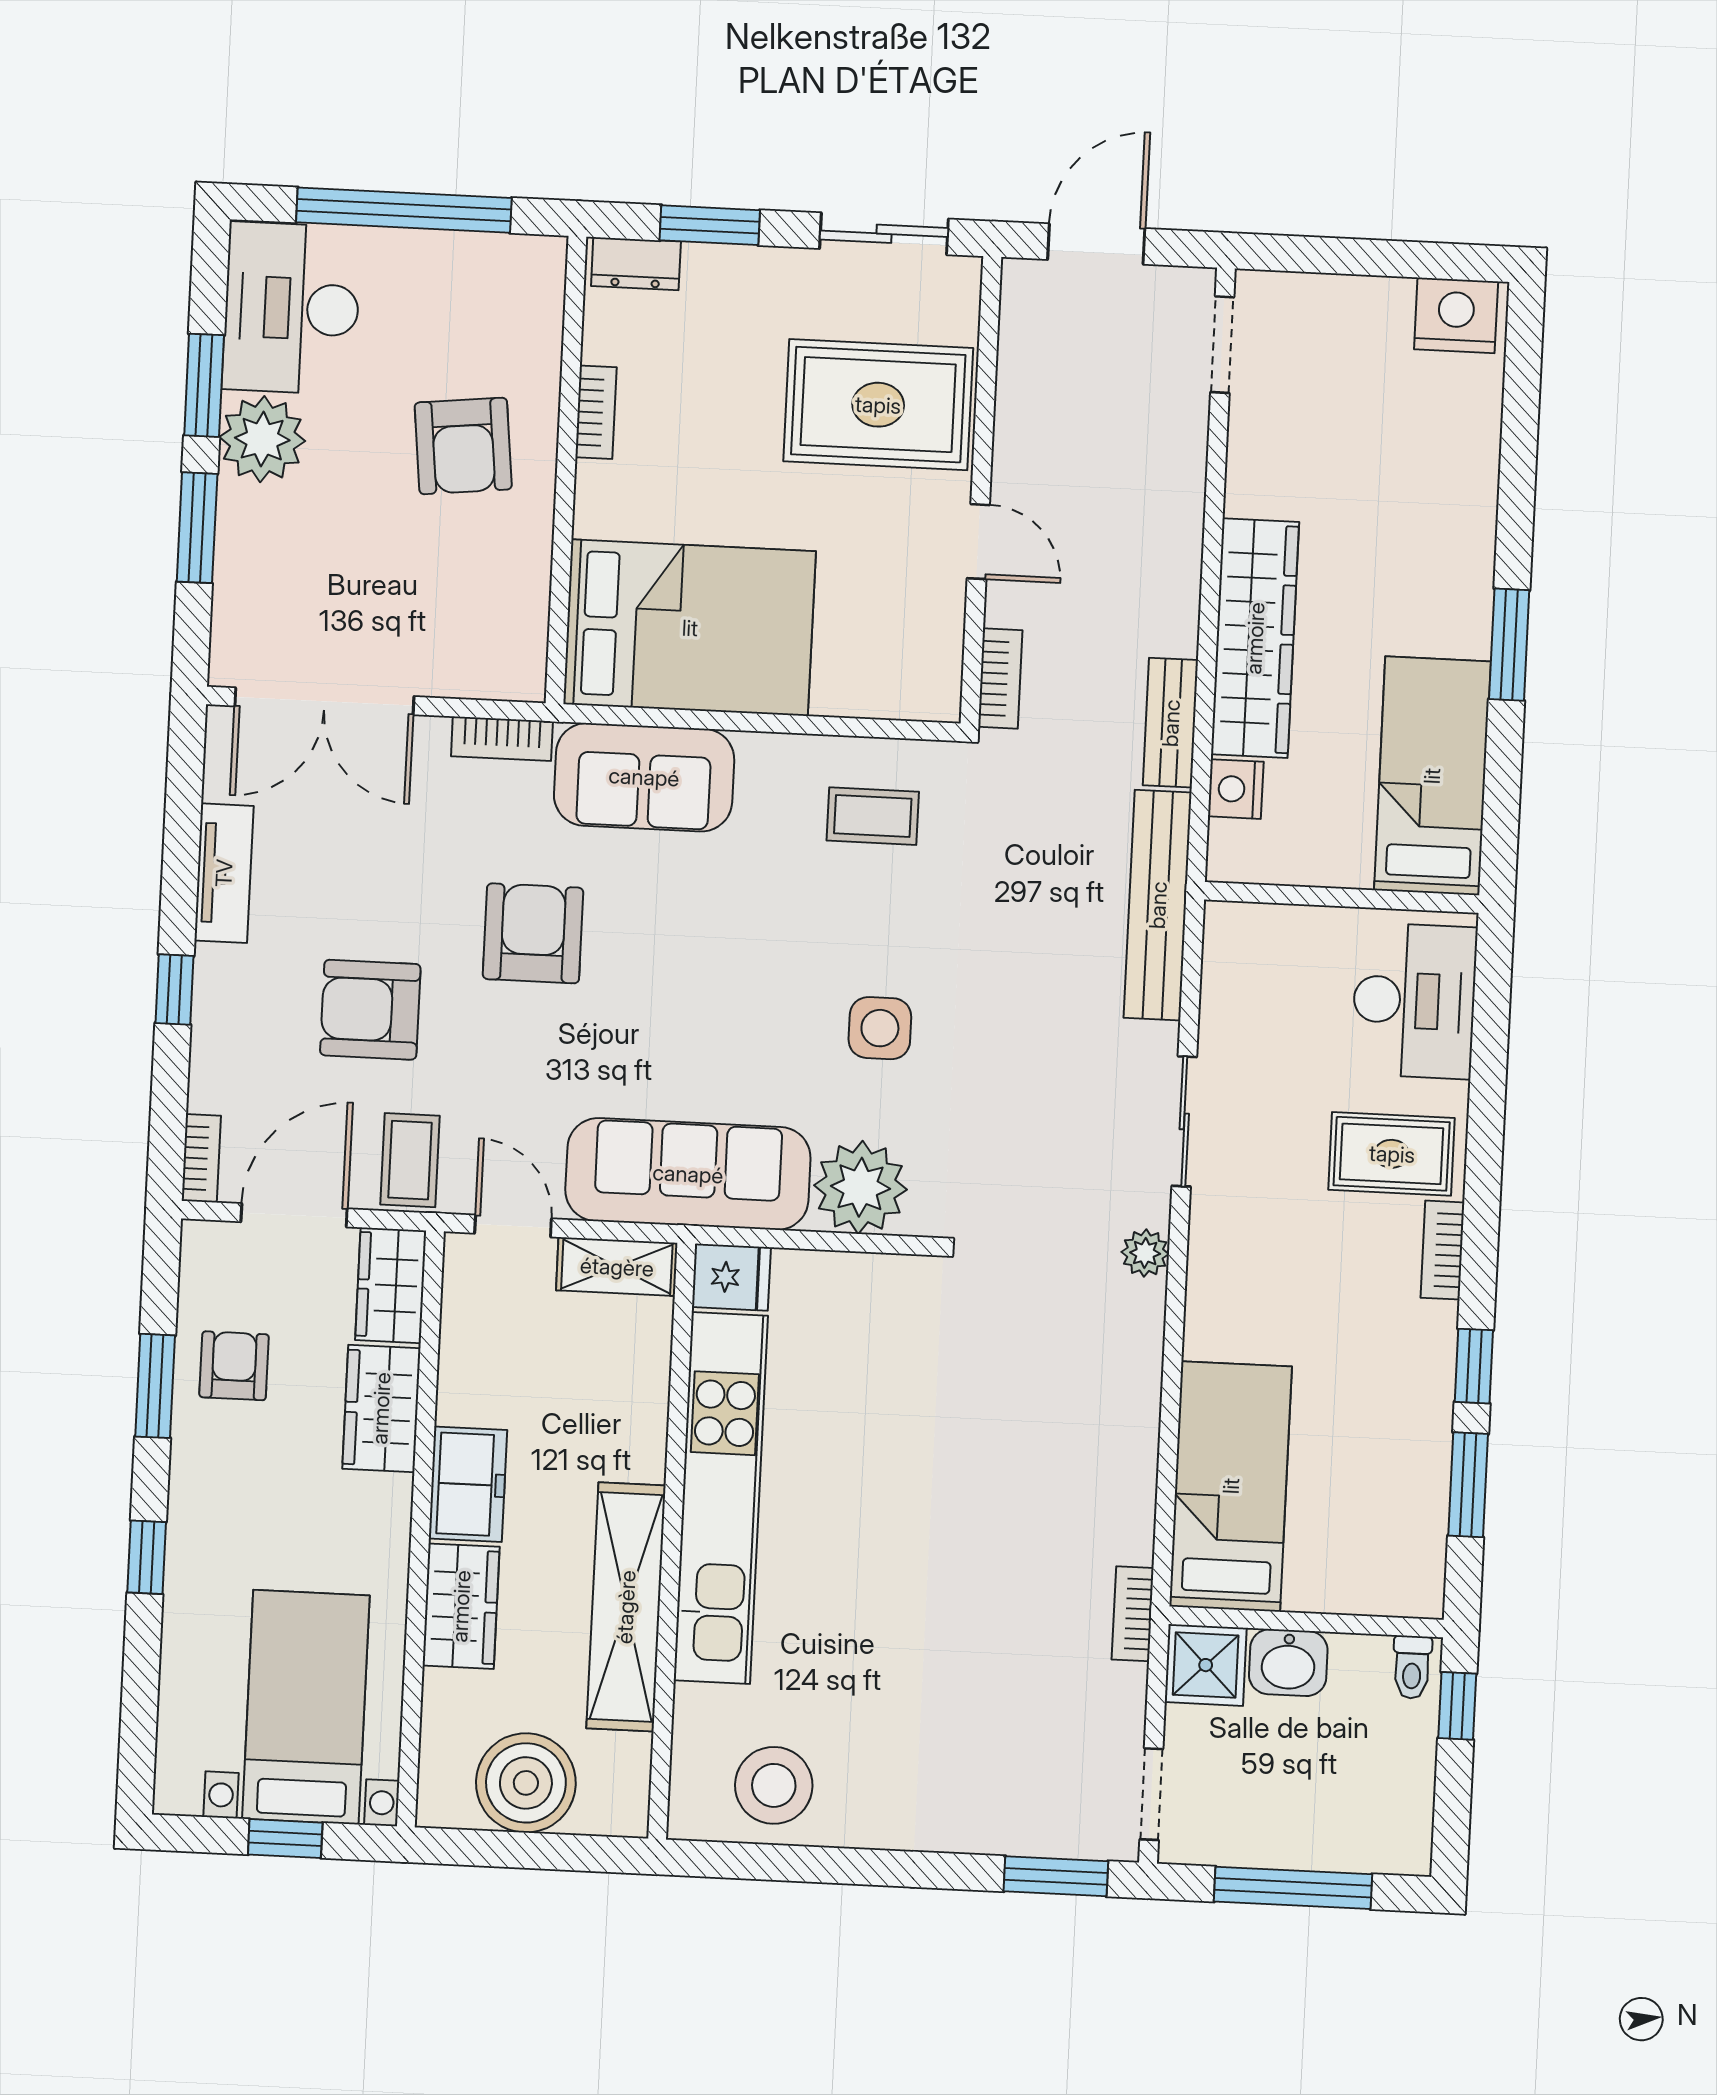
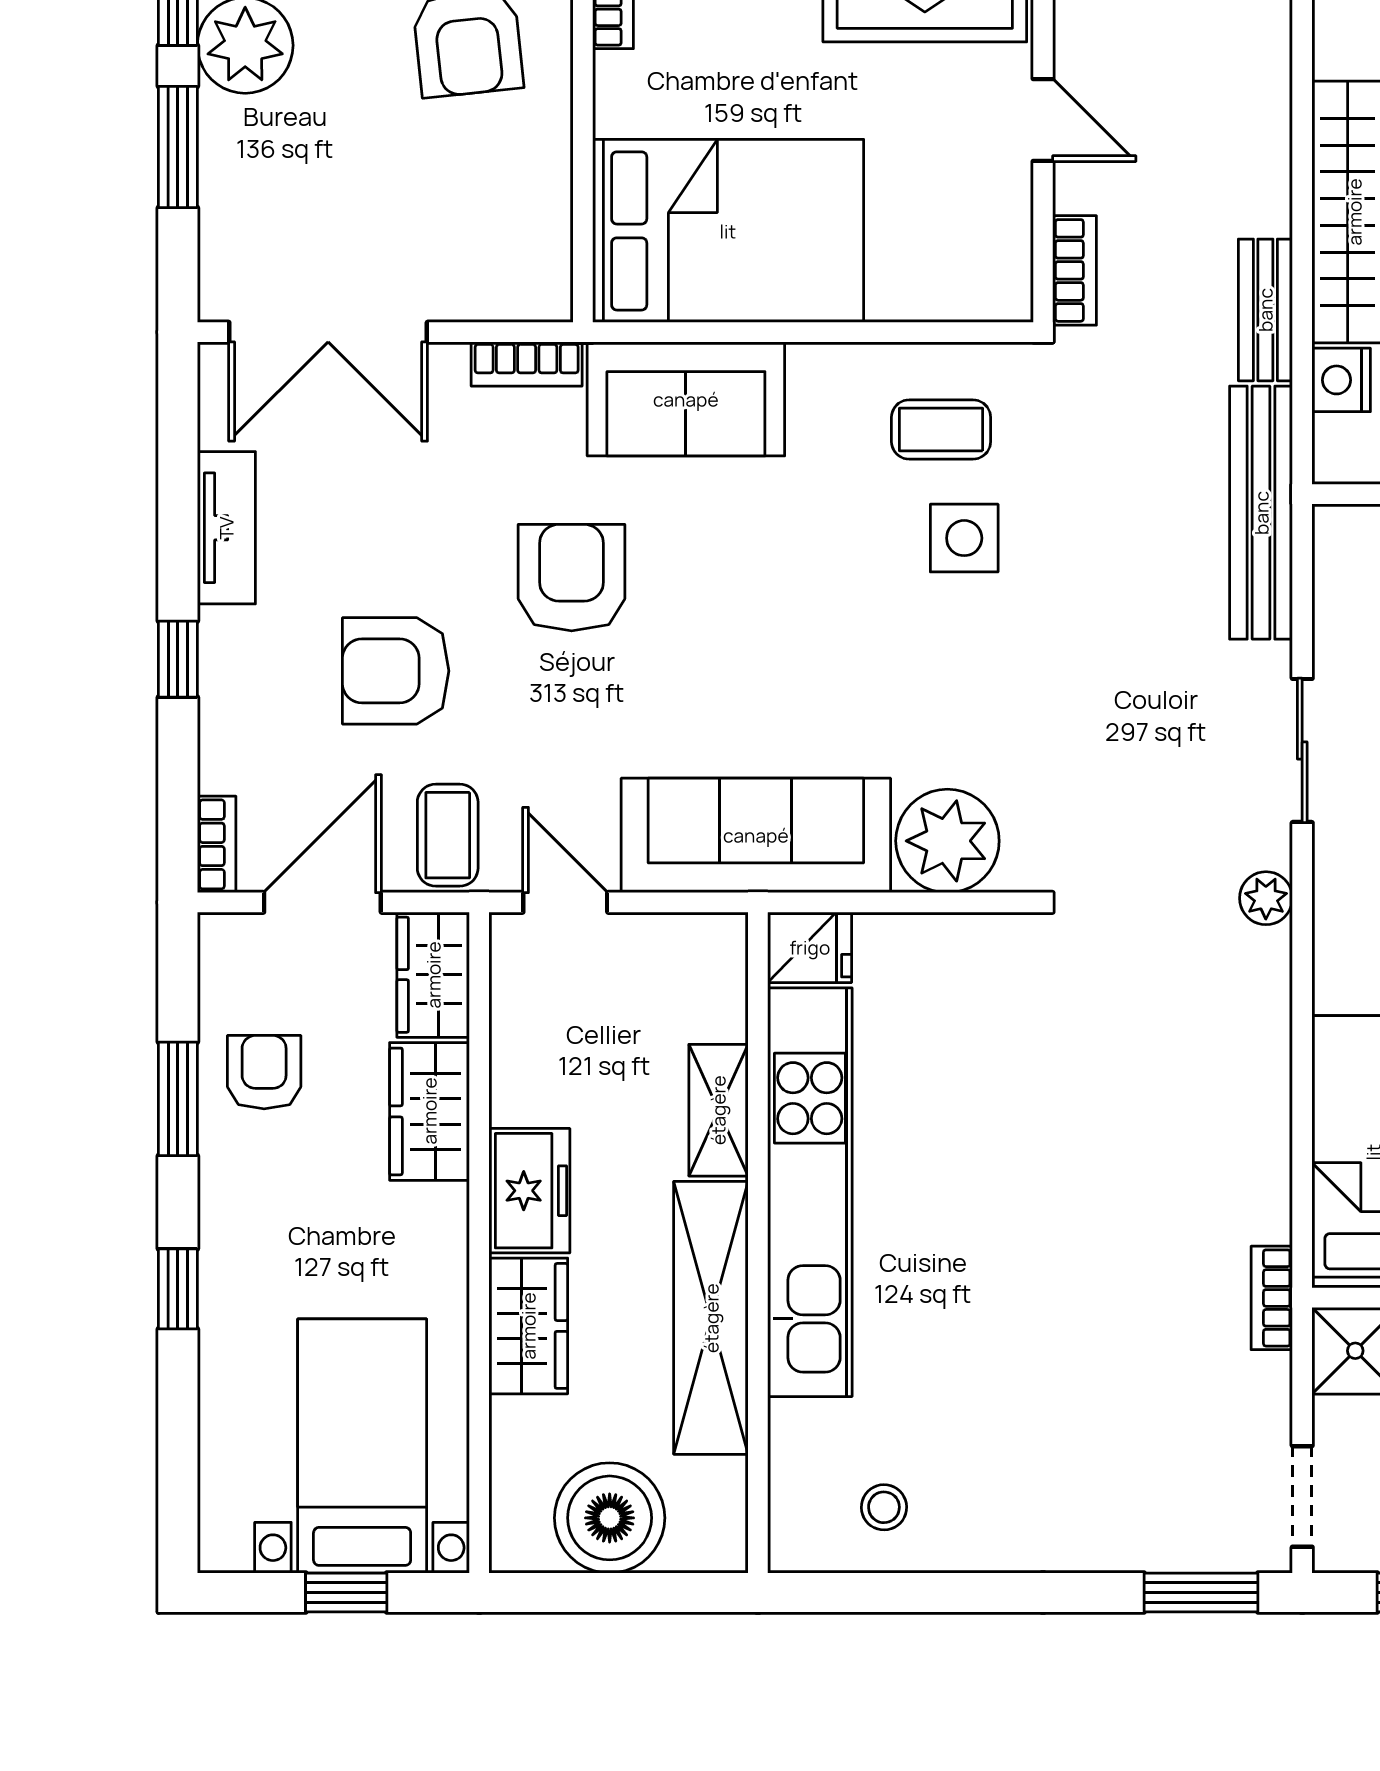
side table: (880, 1028) -> (964, 538), moved
shelving: (617, 1267) -> (718, 1110), moved, turned 90
stool: (774, 1785) -> (884, 1507), width x0.53, depth x0.53

